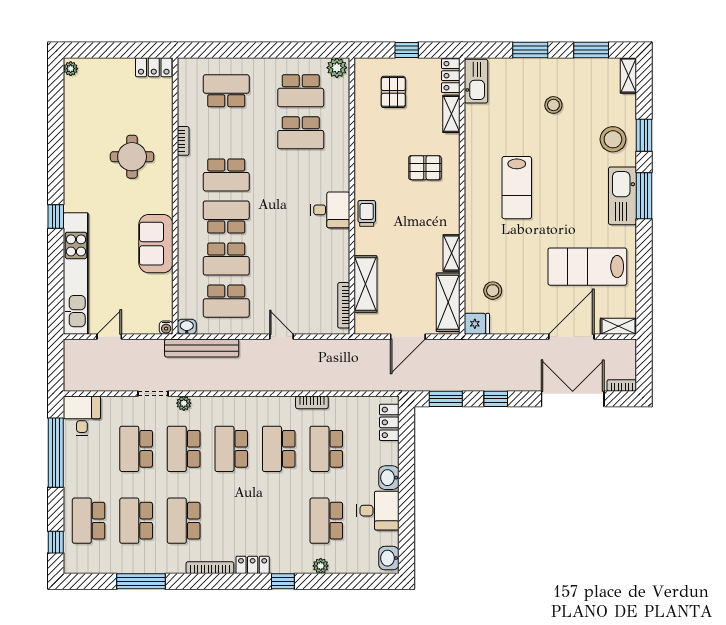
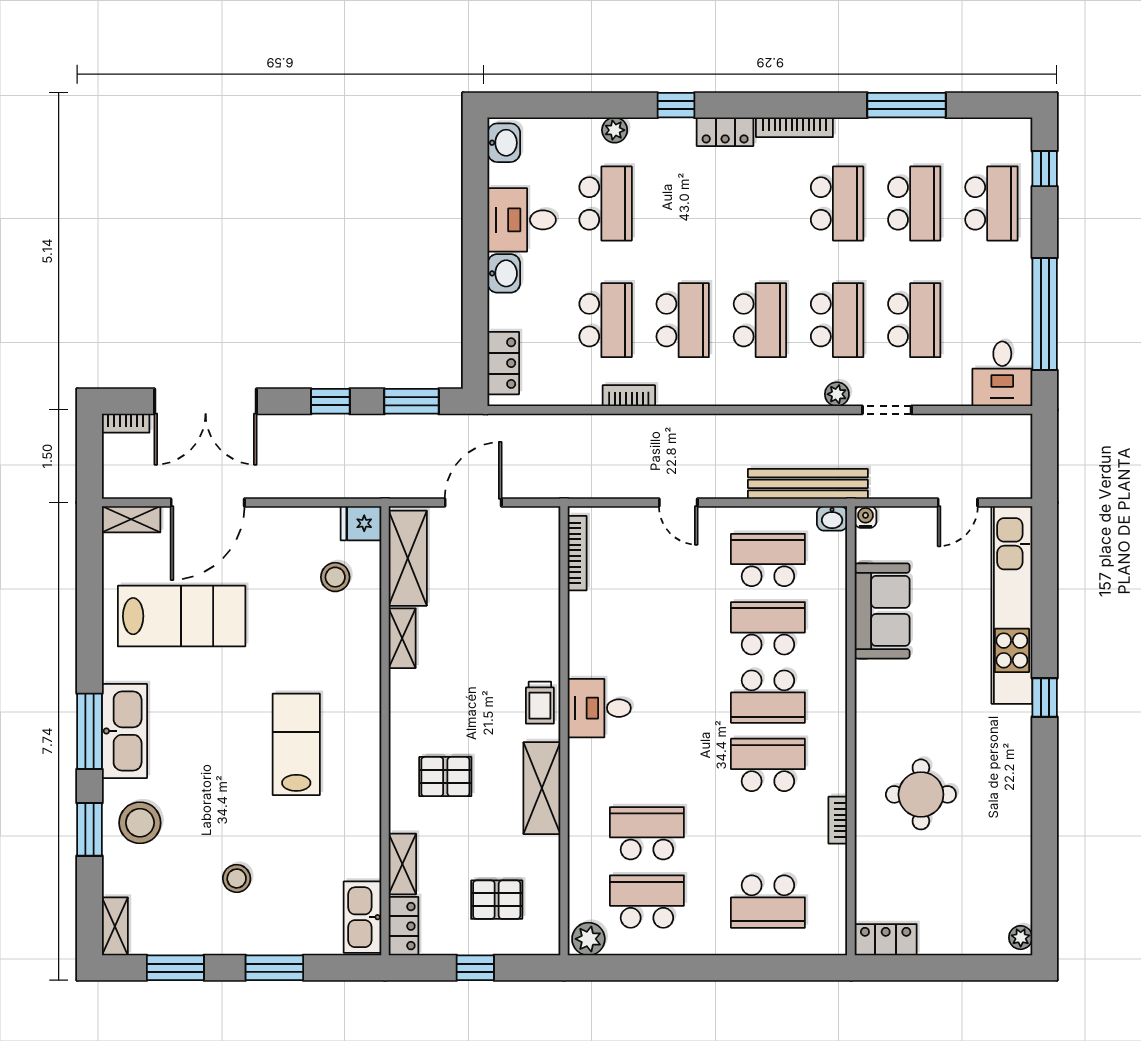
pallet: (393, 92) -> (497, 900), turned 90
sofa: (156, 244) -> (882, 611), moved
shelving: (365, 284) -> (542, 788), moved

